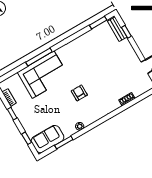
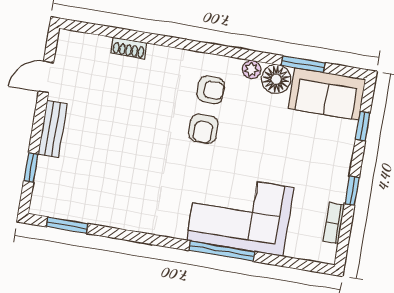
bench: (117, 29) -> (53, 129), moved
armchair: (88, 108) -> (211, 90), added
floor lamp: (69, 130) -> (276, 79), added

